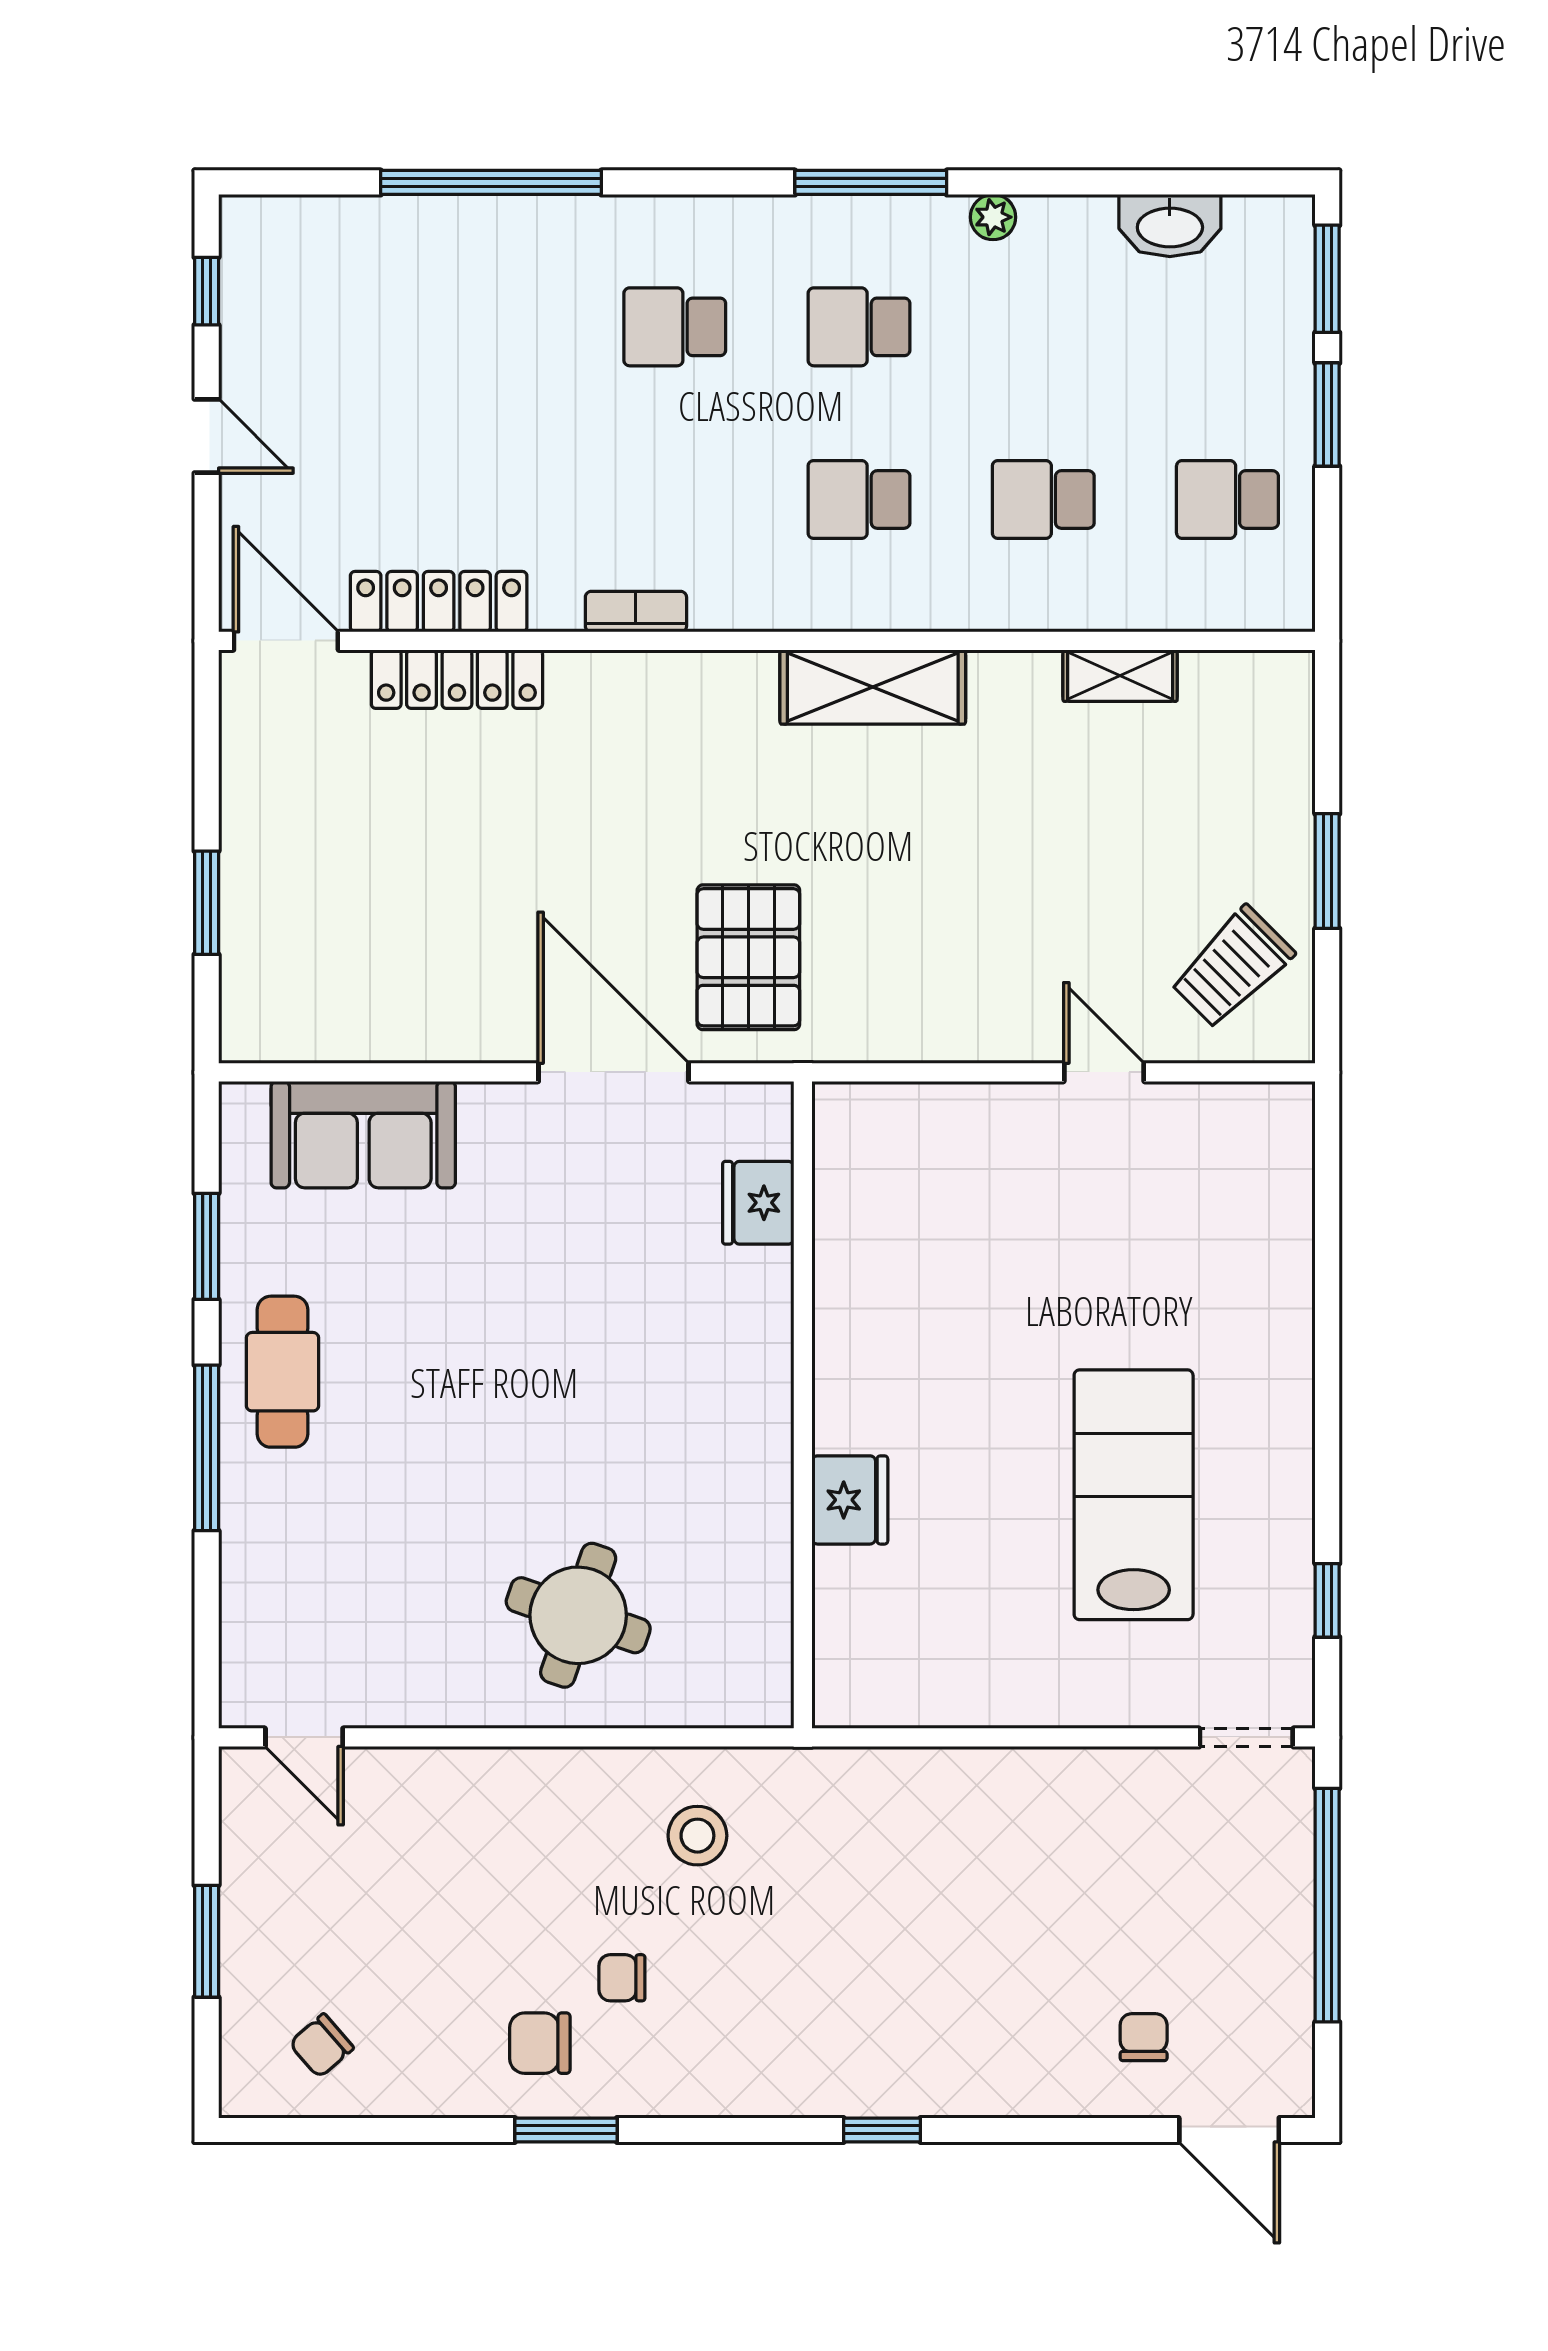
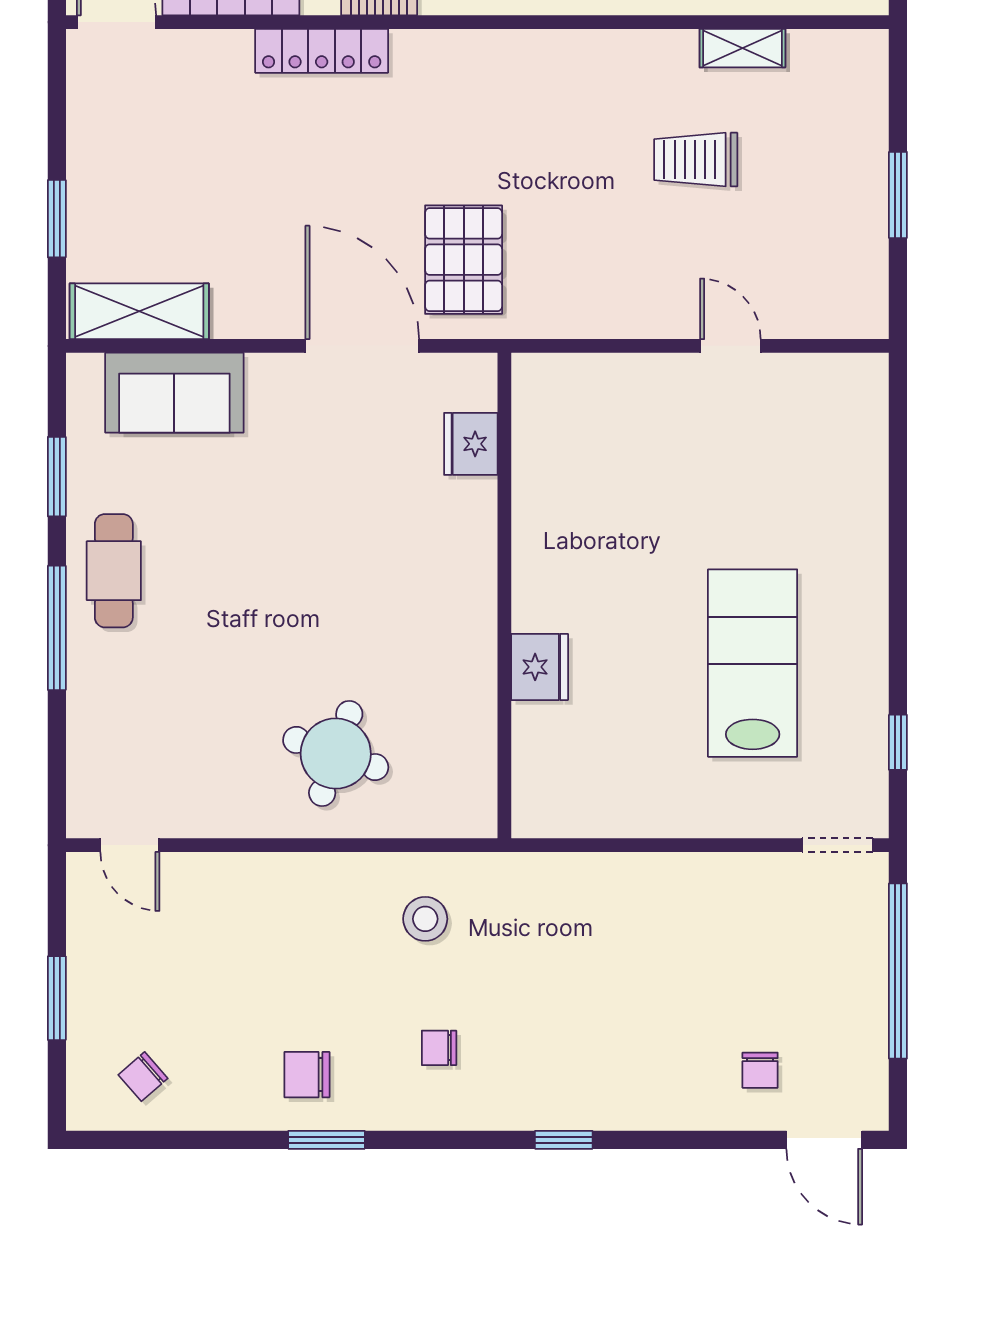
locker: (457, 679) -> (322, 51), moved
shelving: (873, 687) -> (139, 311), moved
trolley: (1232, 967) -> (696, 160), moved, turned 45
chair: (622, 1978) -> (439, 1048), moved
chair: (1144, 2037) -> (760, 1070), turned 180

